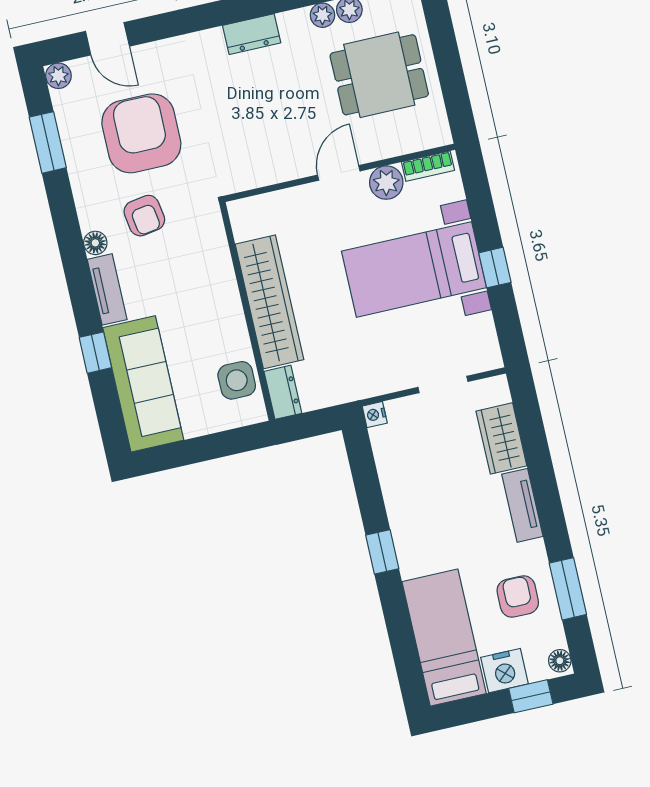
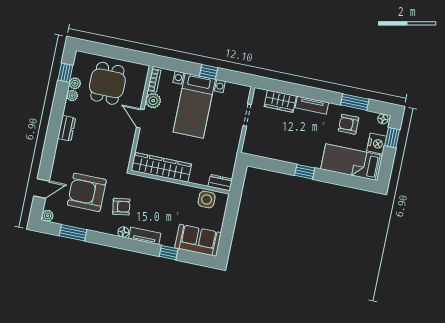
wardrobe: (269, 302) -> (161, 167), moved
sofa: (143, 384) -> (198, 240), width x0.73
nightstand: (375, 415) -> (247, 149), removed

